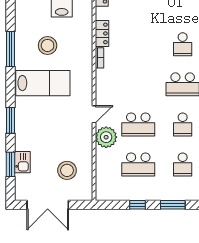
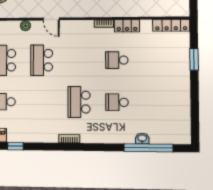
school desk: (183, 124) -> (117, 60), moved
plant: (106, 137) -> (25, 26), width x0.53, depth x0.53

